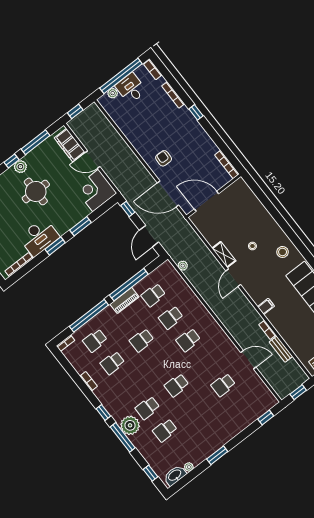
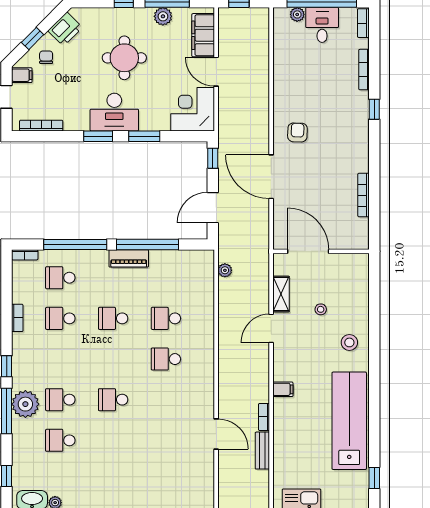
plant: (20, 167) -> (163, 16), moved
wall: (214, 196) -> (321, 251), moved
door: (206, 201) -> (308, 251), moved
desk: (39, 237) -> (114, 112), moved
school desk: (153, 295) -> (166, 278), removed
school desk: (223, 385) -> (166, 440), removed

